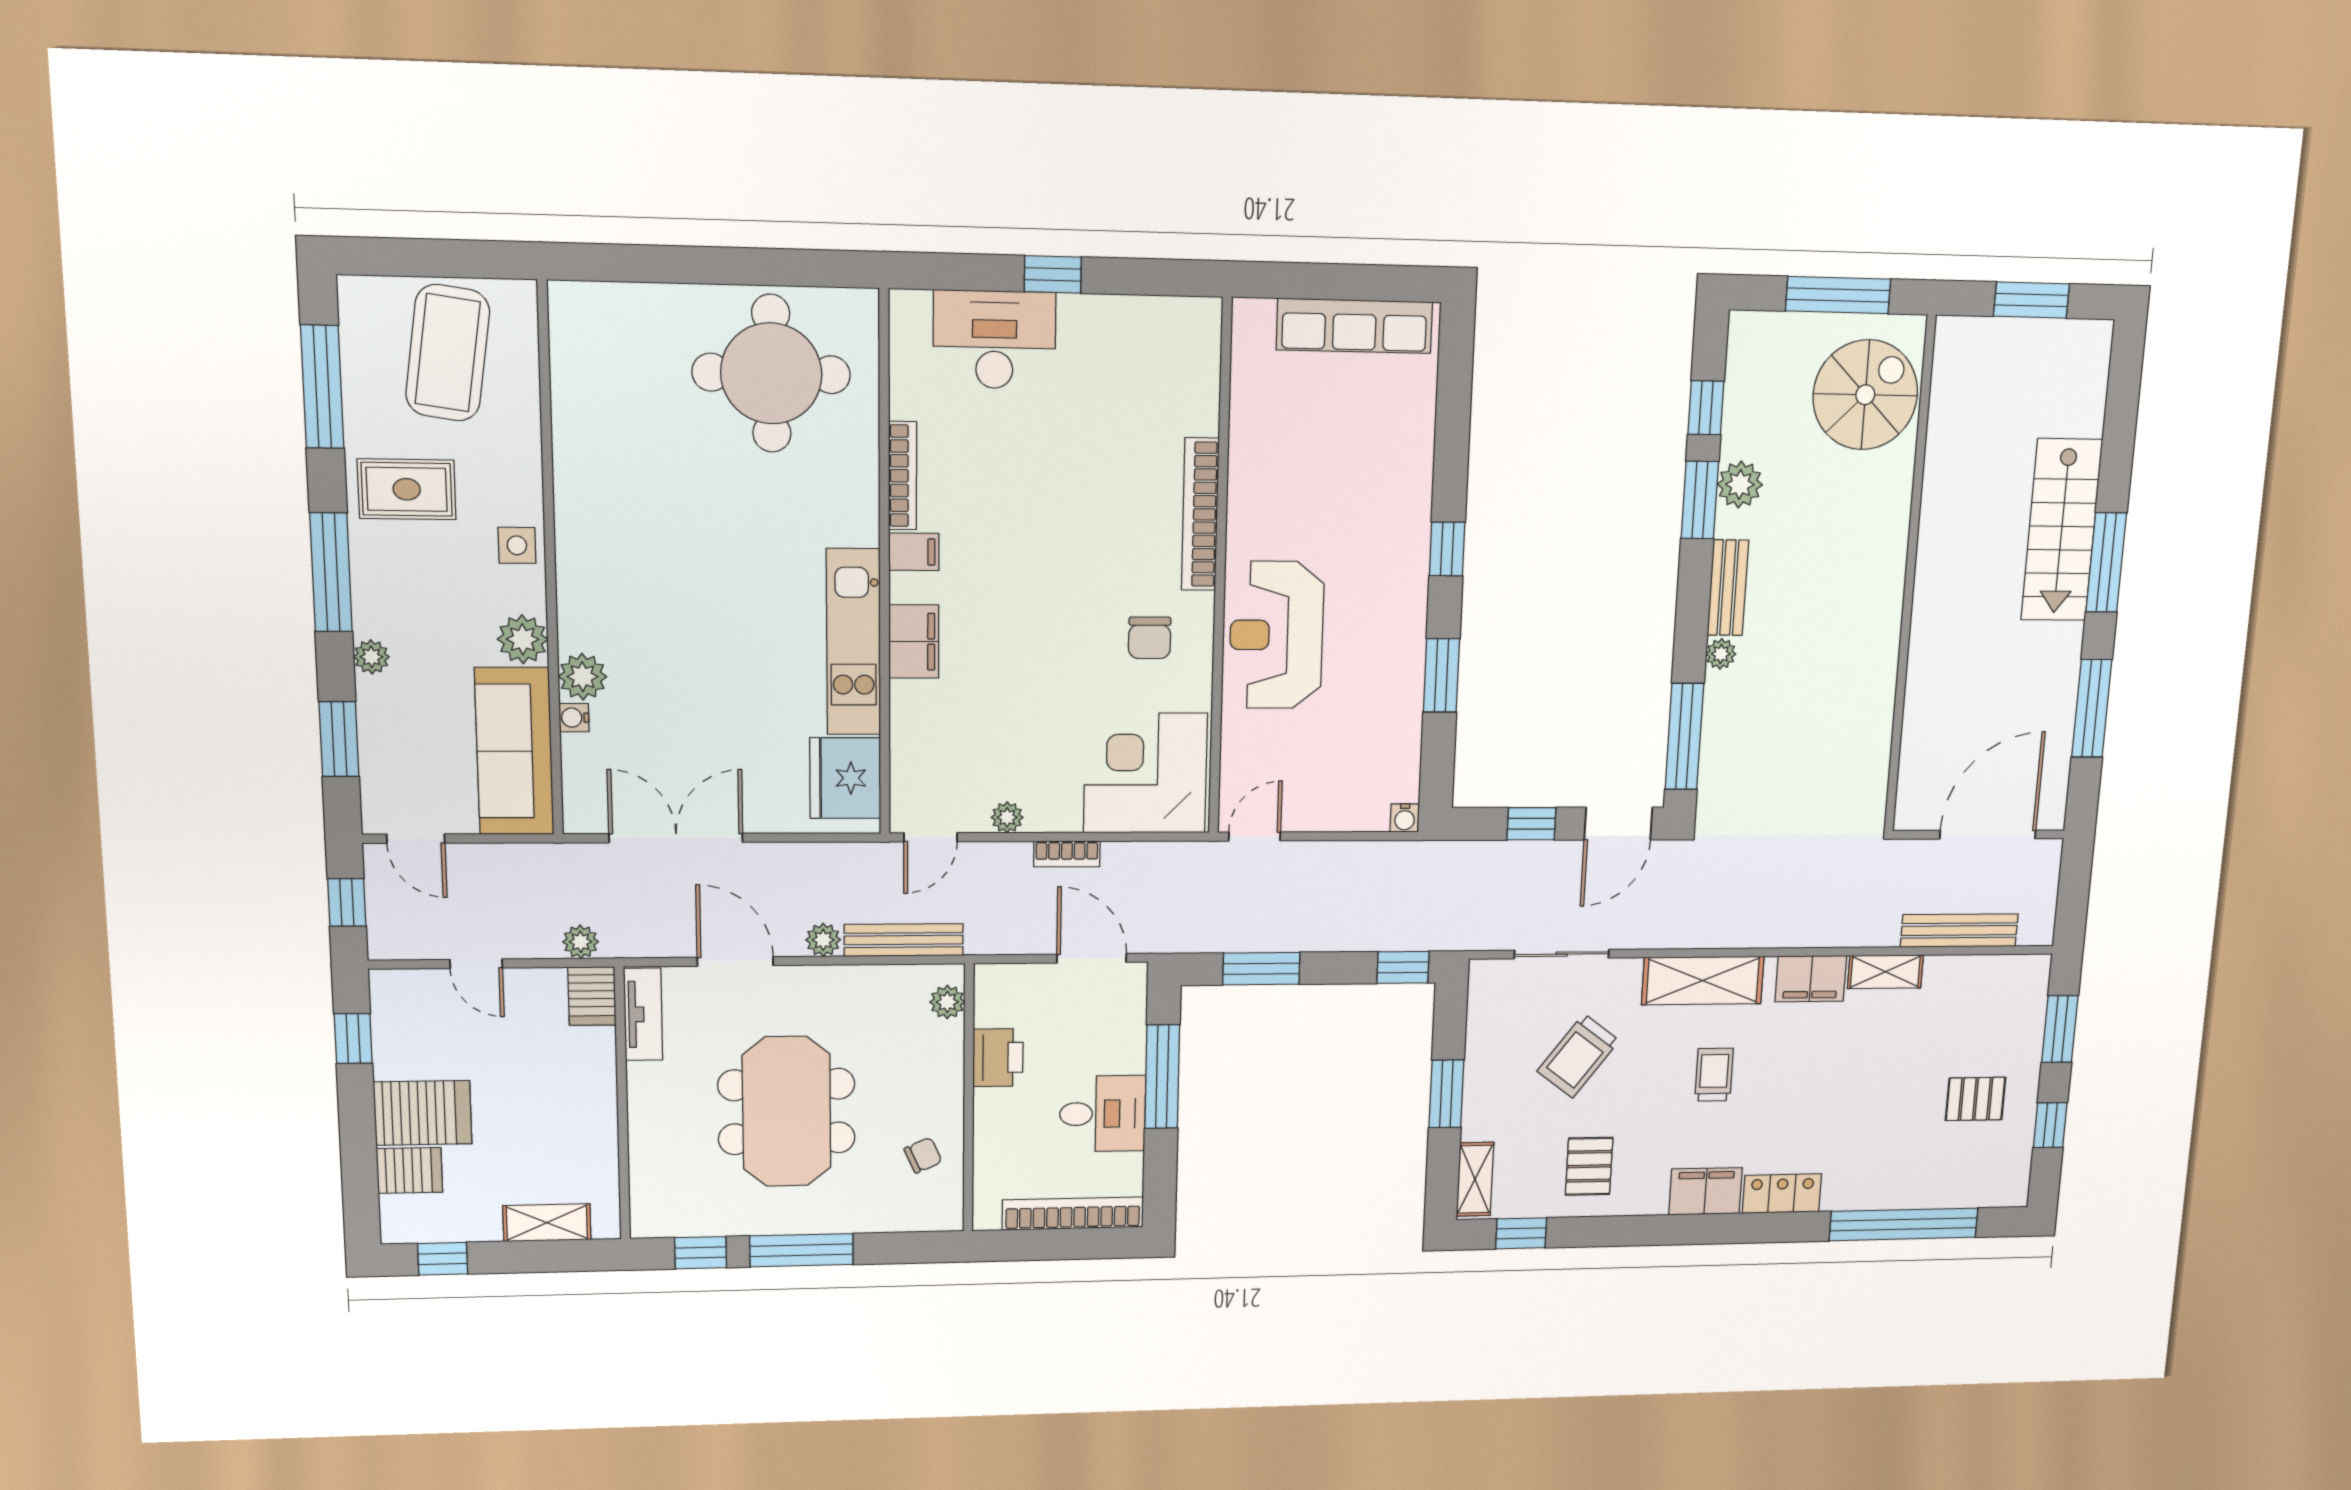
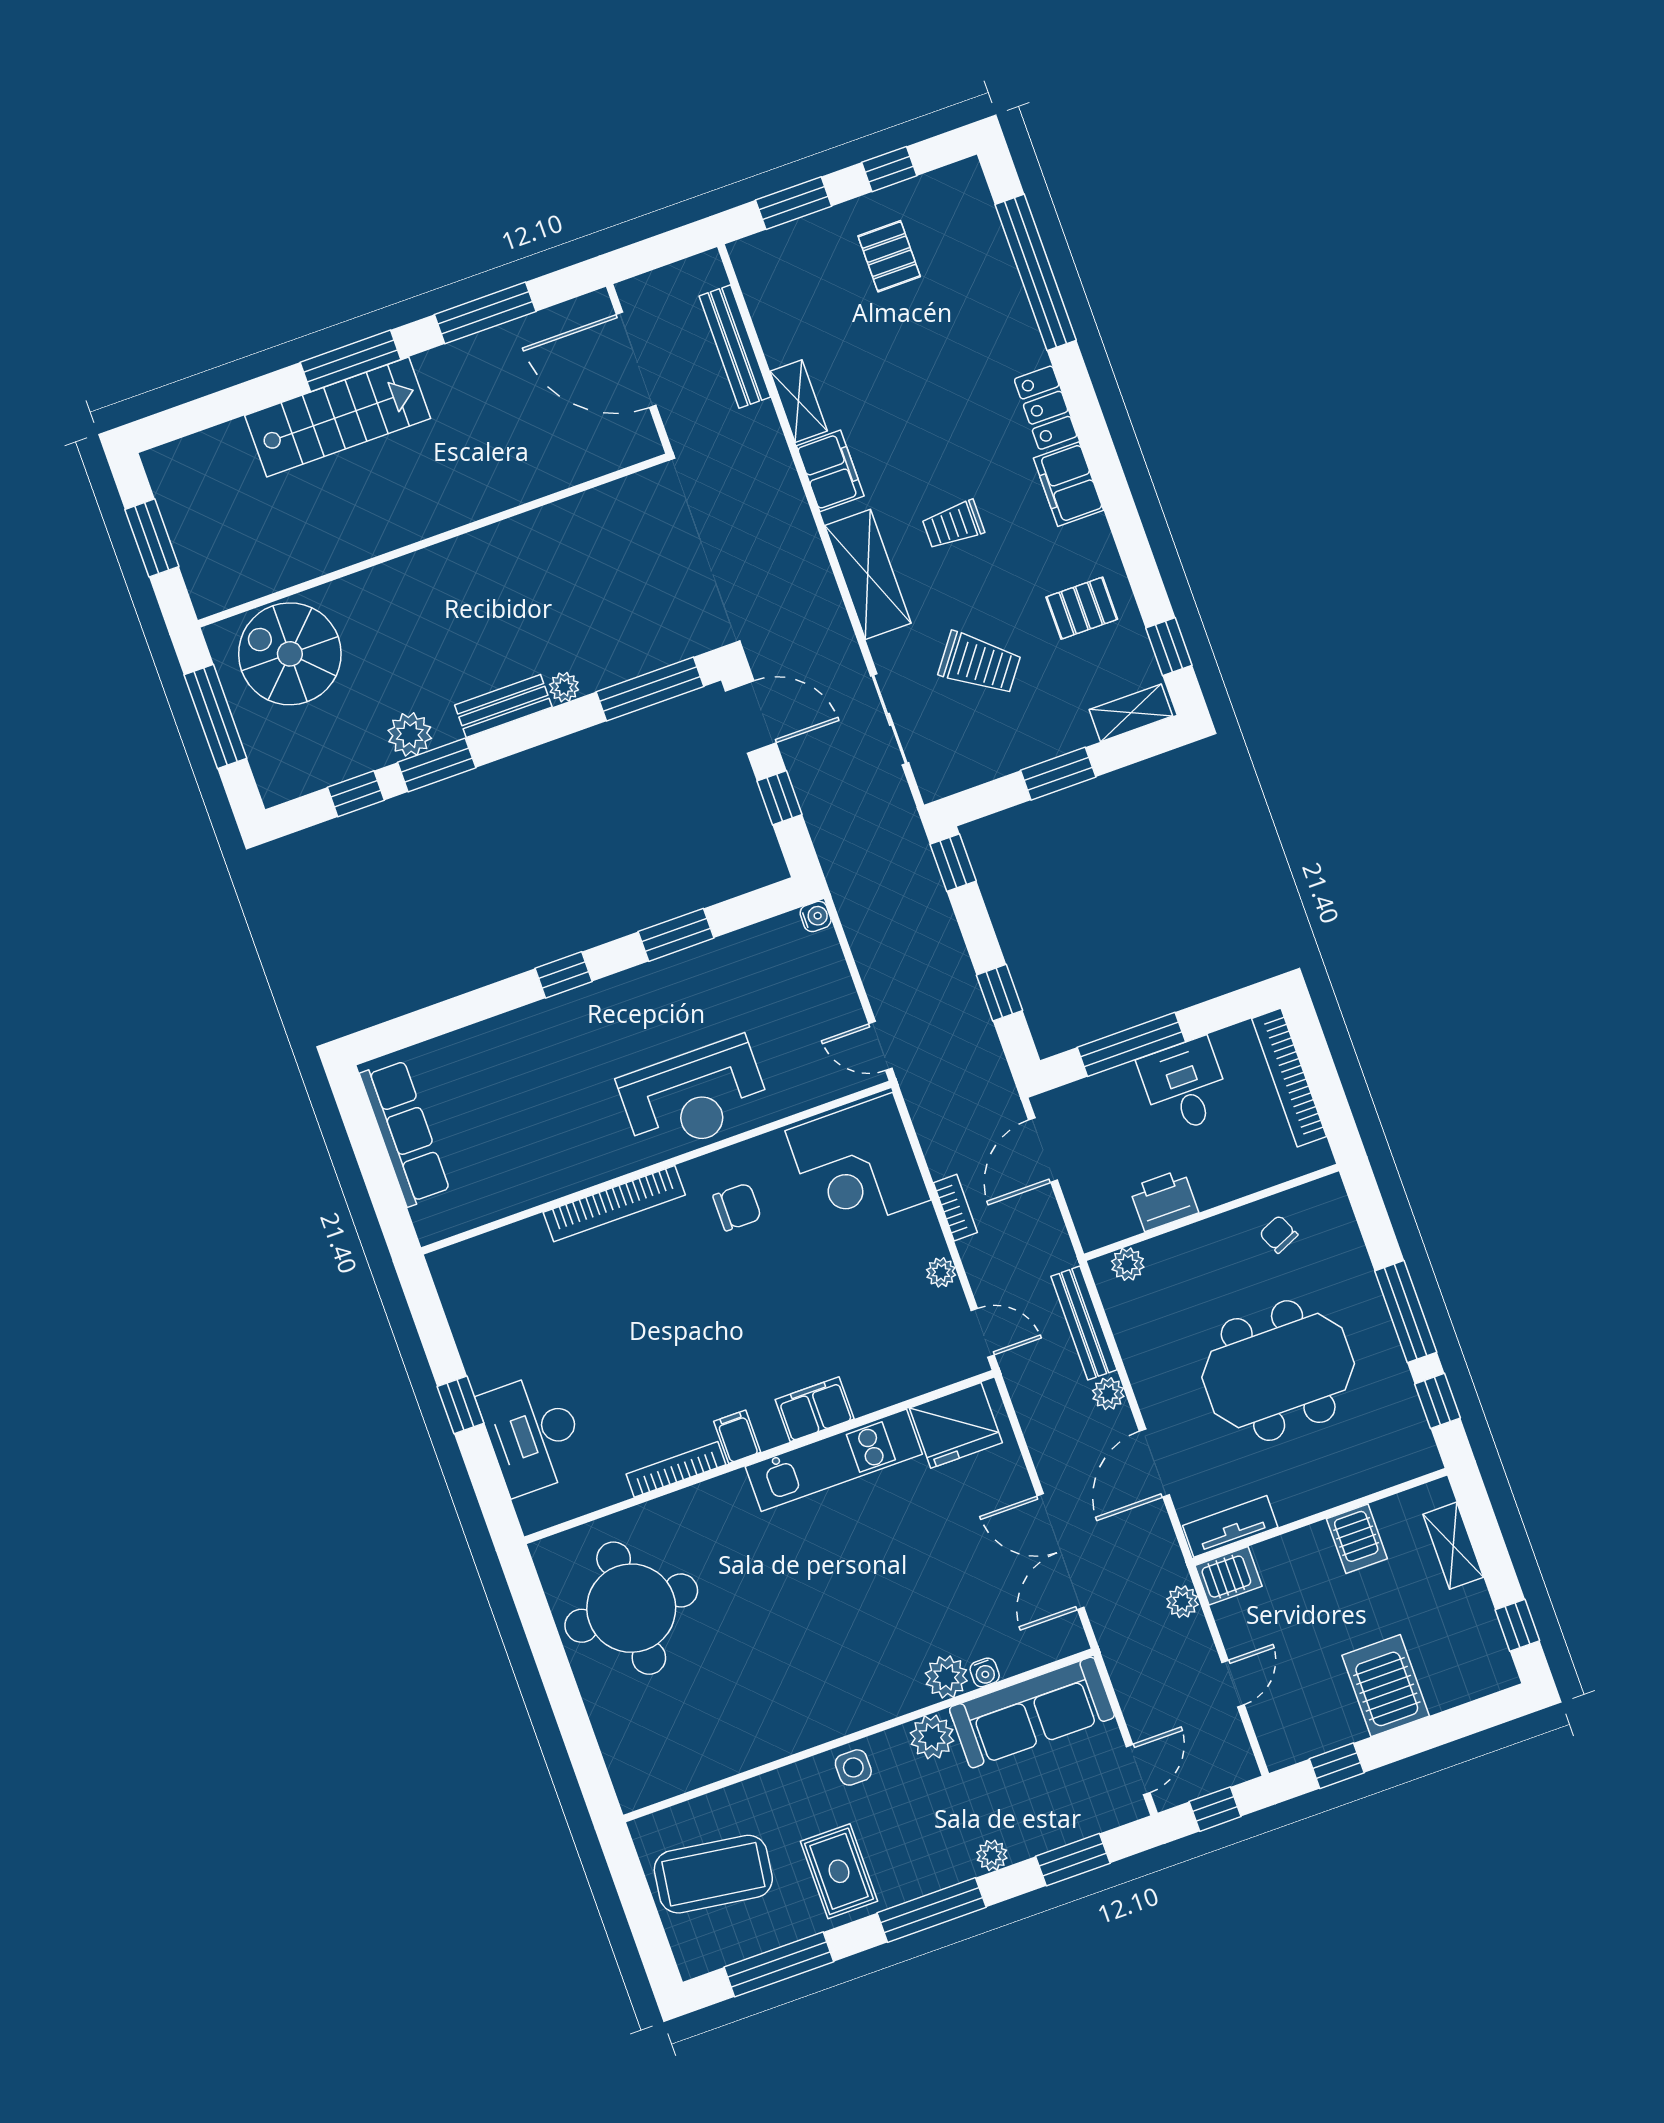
window: (1261, 969) -> (999, 993), width x0.67
server rack: (409, 1170) -> (1357, 1539), moved, turned 180

